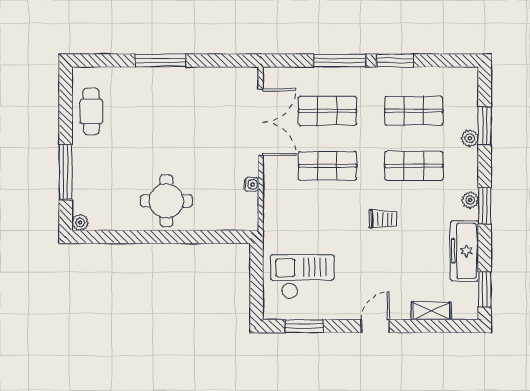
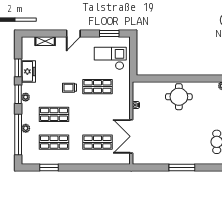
window: (340, 61) -> (91, 168), removed
window: (395, 61) -> (49, 168), moved
window: (485, 126) -> (18, 134), width x2.11
shop shelf: (327, 166) -> (98, 87), moved
freezer: (465, 251) -> (28, 71), width x0.71
checkout: (302, 277) -> (110, 58), turned 180
window: (485, 289) -> (18, 68), moved

